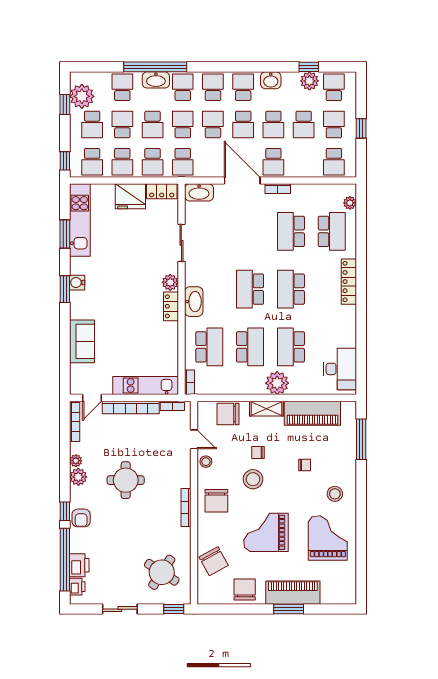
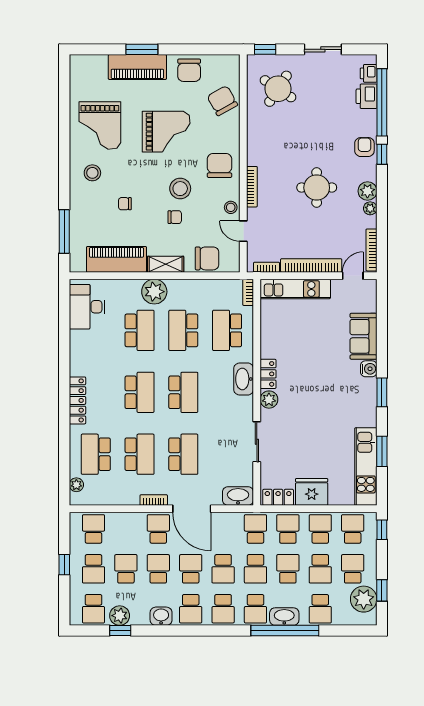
school desk: (250, 231) -> (183, 454), added
water cooler: (77, 283) -> (369, 369), moved
bookcase: (186, 508) -> (252, 187), moved

